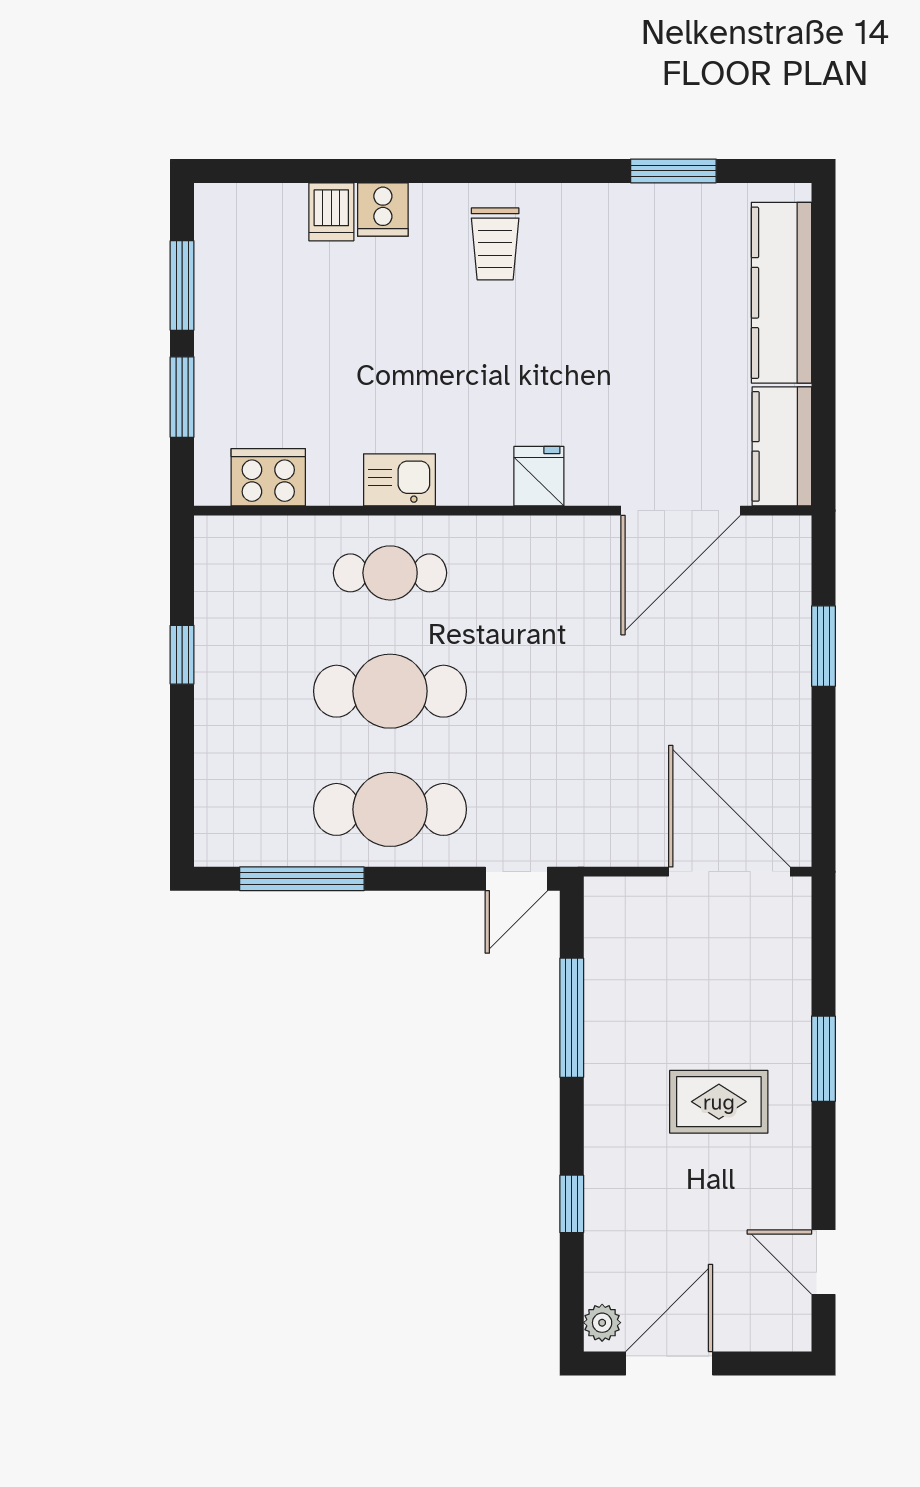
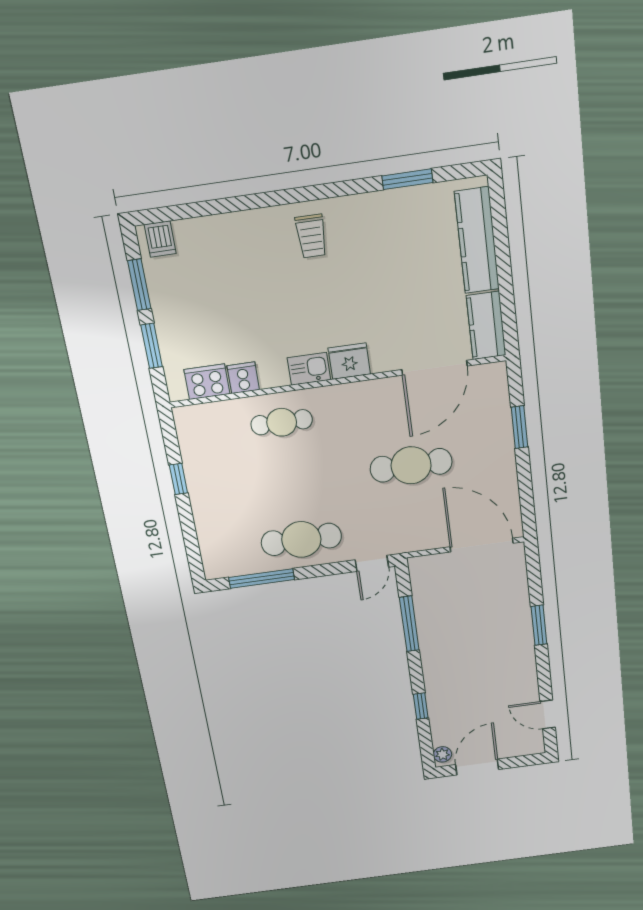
cooker: (383, 210) -> (243, 378), moved, turned 180
dishwasher: (331, 212) -> (160, 239), moved
fridge: (539, 476) -> (349, 361), width x1.38
kitchen sink: (399, 480) -> (309, 369), moved
cafe table: (390, 691) -> (411, 465), moved
rug: (719, 1102) -> (488, 652), removed

